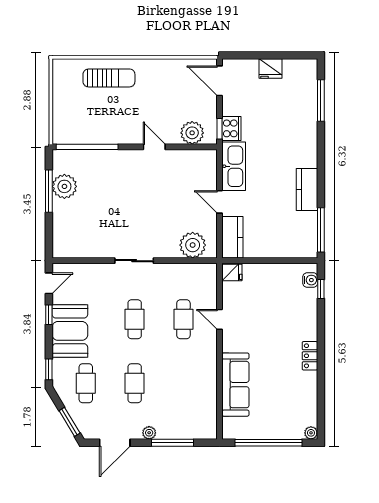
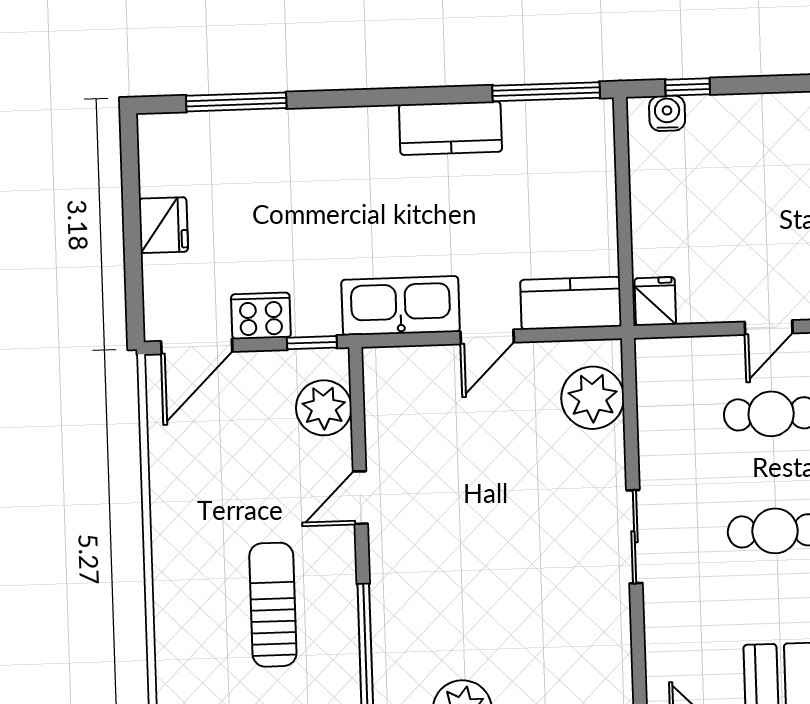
sun lounger: (109, 78) -> (273, 605), moved
cooker: (231, 128) -> (261, 316), moved

